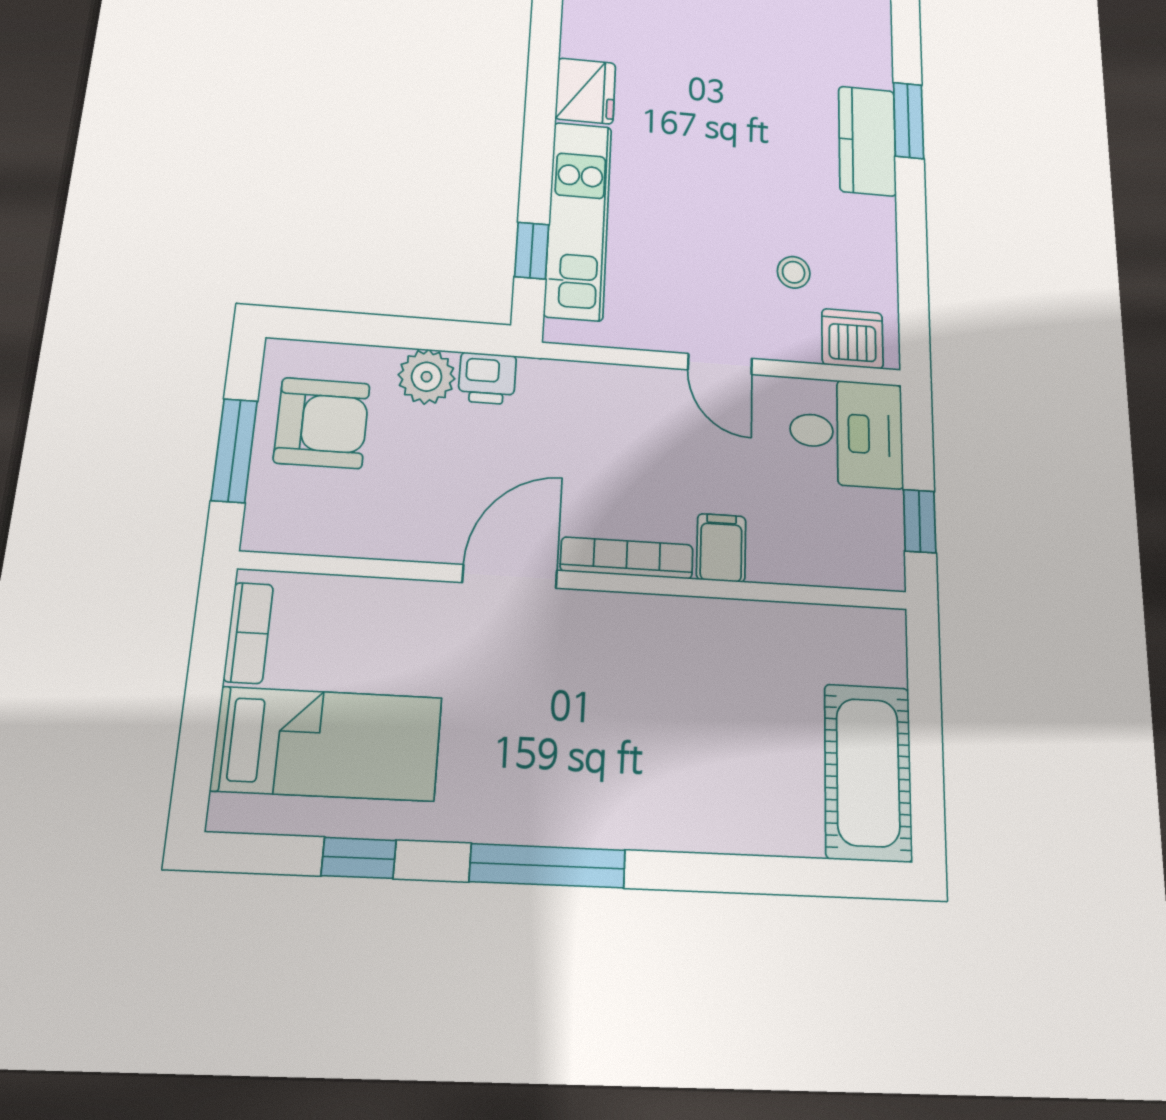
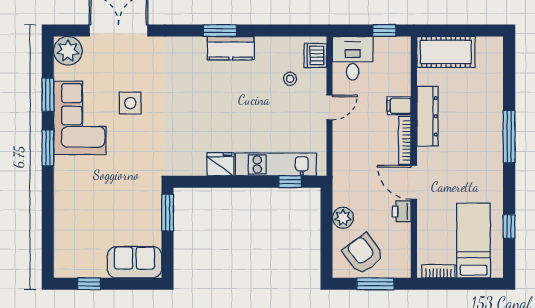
printer: (487, 378) -> (402, 211), moved, turned 180
armchair: (322, 423) -> (363, 254), turned -36
dresser: (691, 626) -> (427, 116), added
cot: (868, 772) -> (446, 52), moved
window: (548, 866) -> (509, 137), moved

